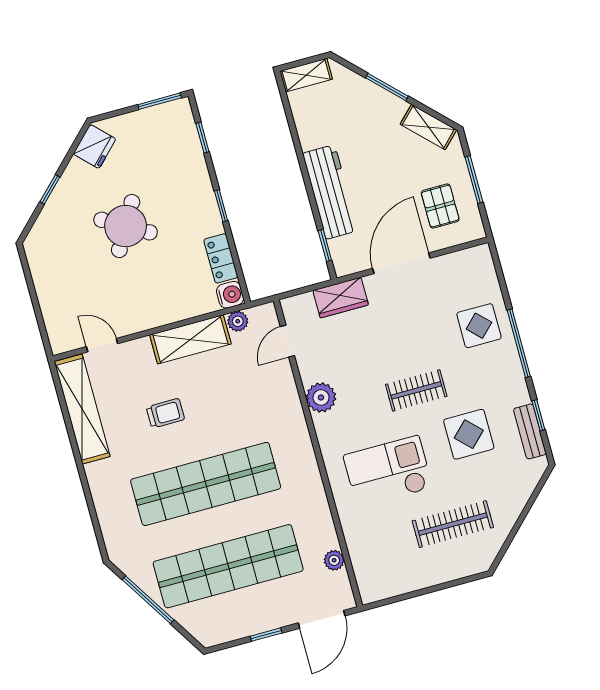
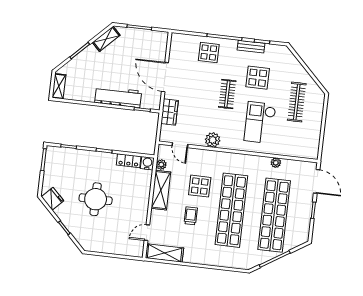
pallet: (440, 206) -> (145, 48), removed
round table: (126, 226) -> (96, 199), turned -30
display table: (227, 408) -> (200, 186), added
shelving: (82, 409) -> (165, 253), width x0.68
bench: (530, 431) -> (251, 47), moved
plant: (334, 560) -> (276, 163), moved

